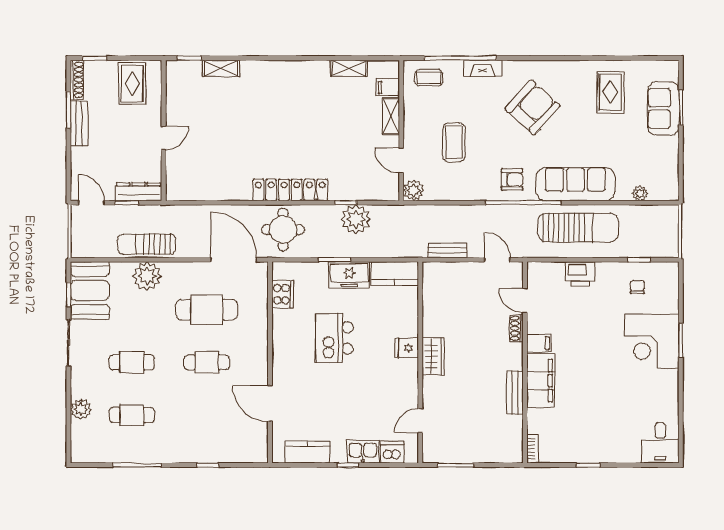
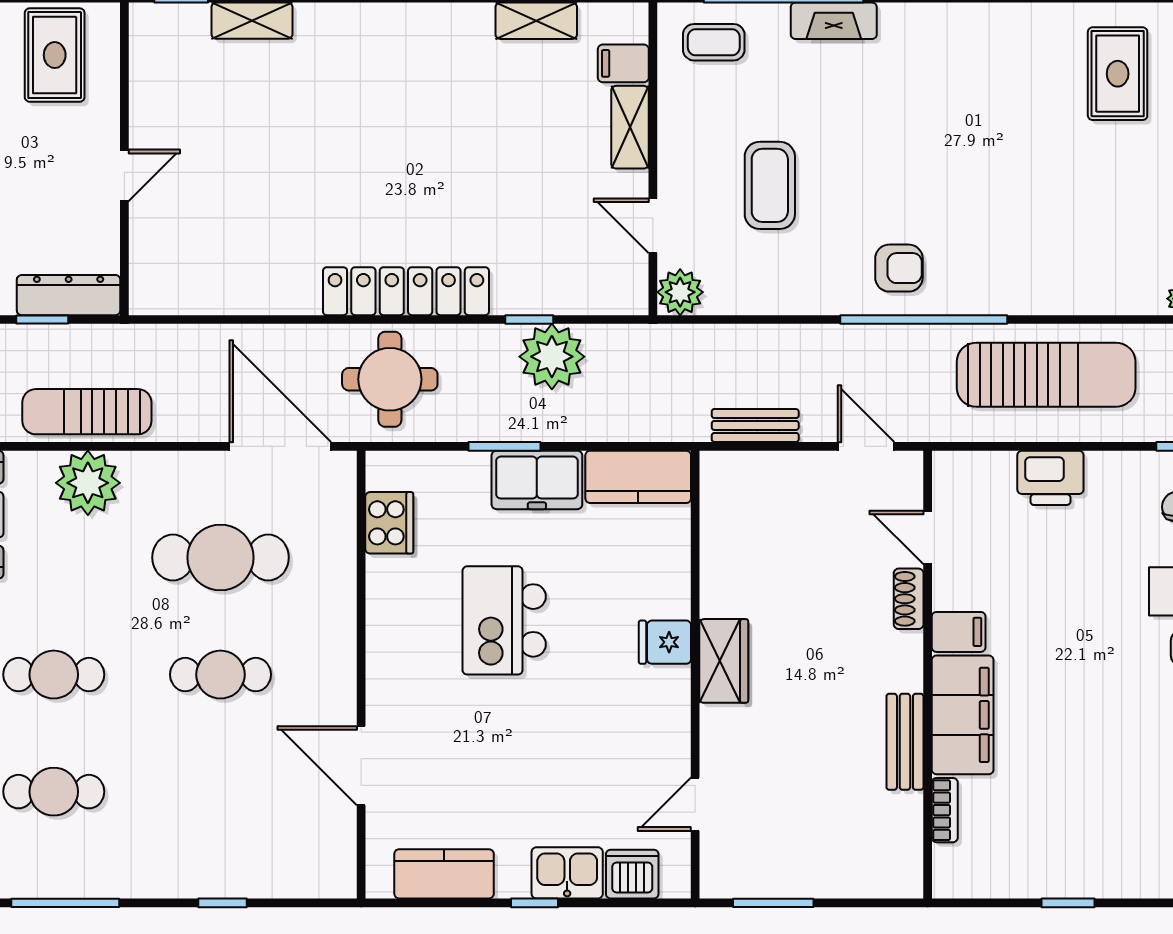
armchair: (533, 107) -> (945, 108), removed
sofa: (576, 184) -> (1040, 278), removed
bookcase: (533, 449) -> (945, 810), moved

